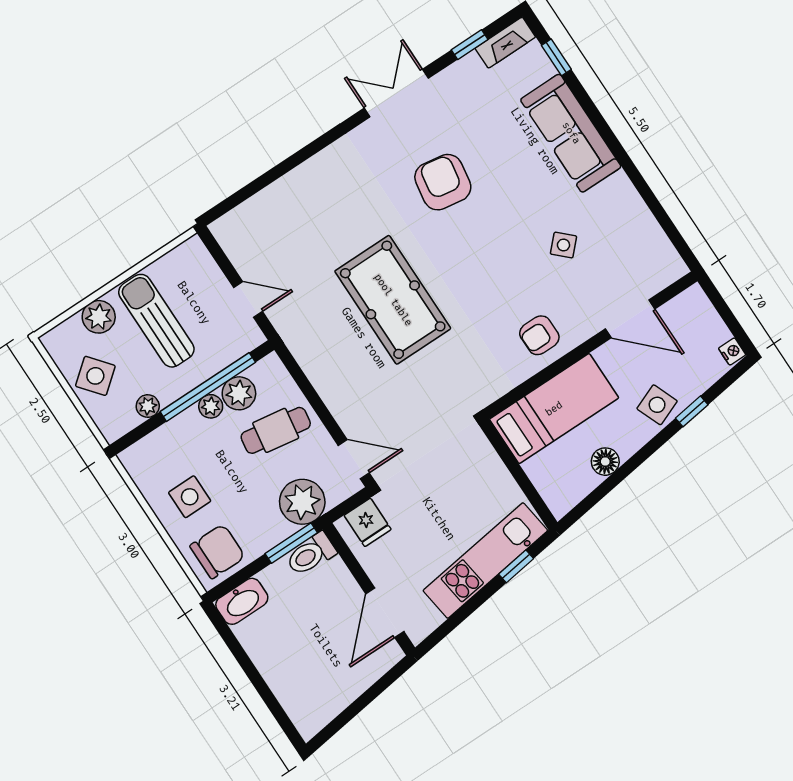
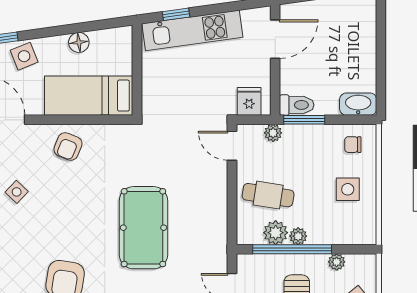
armchair: (539, 335) -> (68, 146), turned 112
plant: (302, 502) -> (273, 133), width x0.53, depth x0.53
chair: (217, 551) -> (353, 145), width x0.54, depth x0.54

